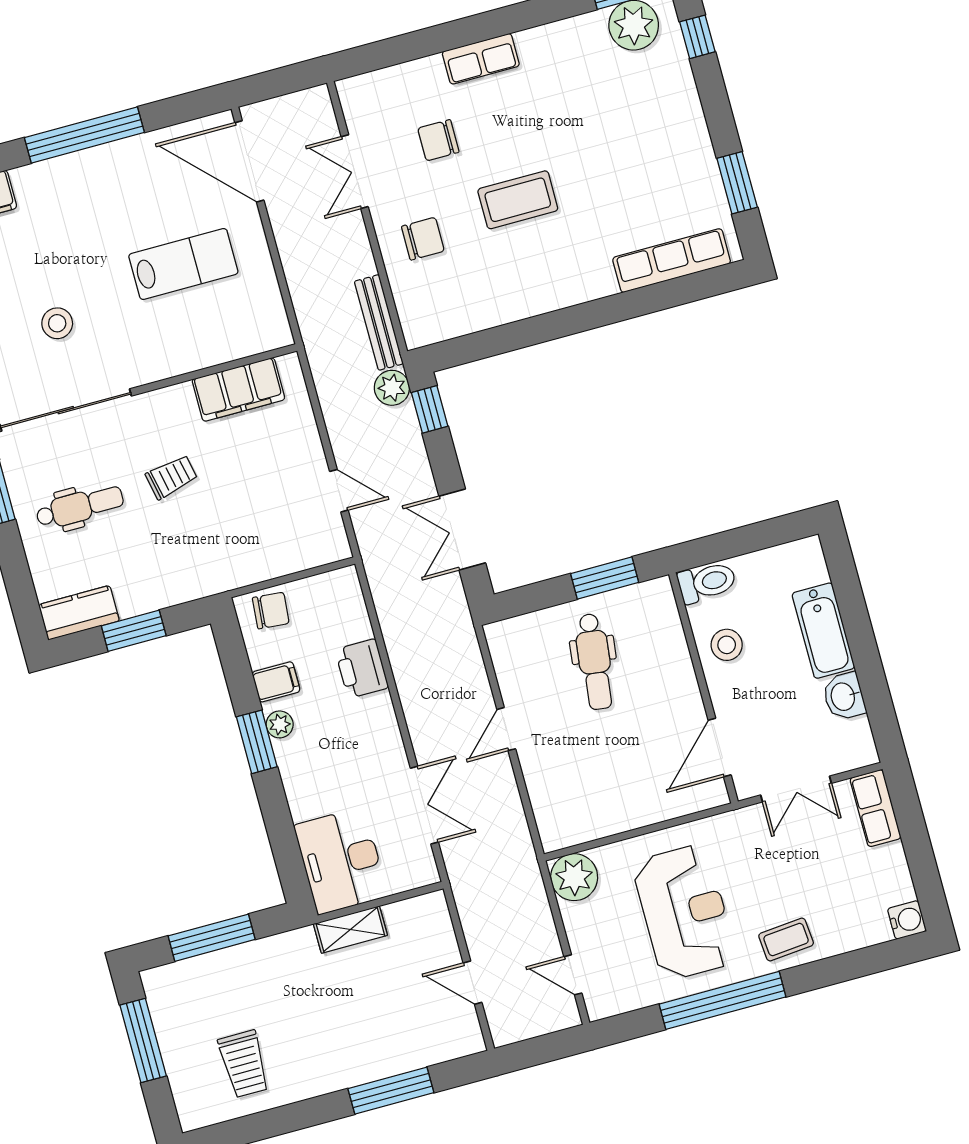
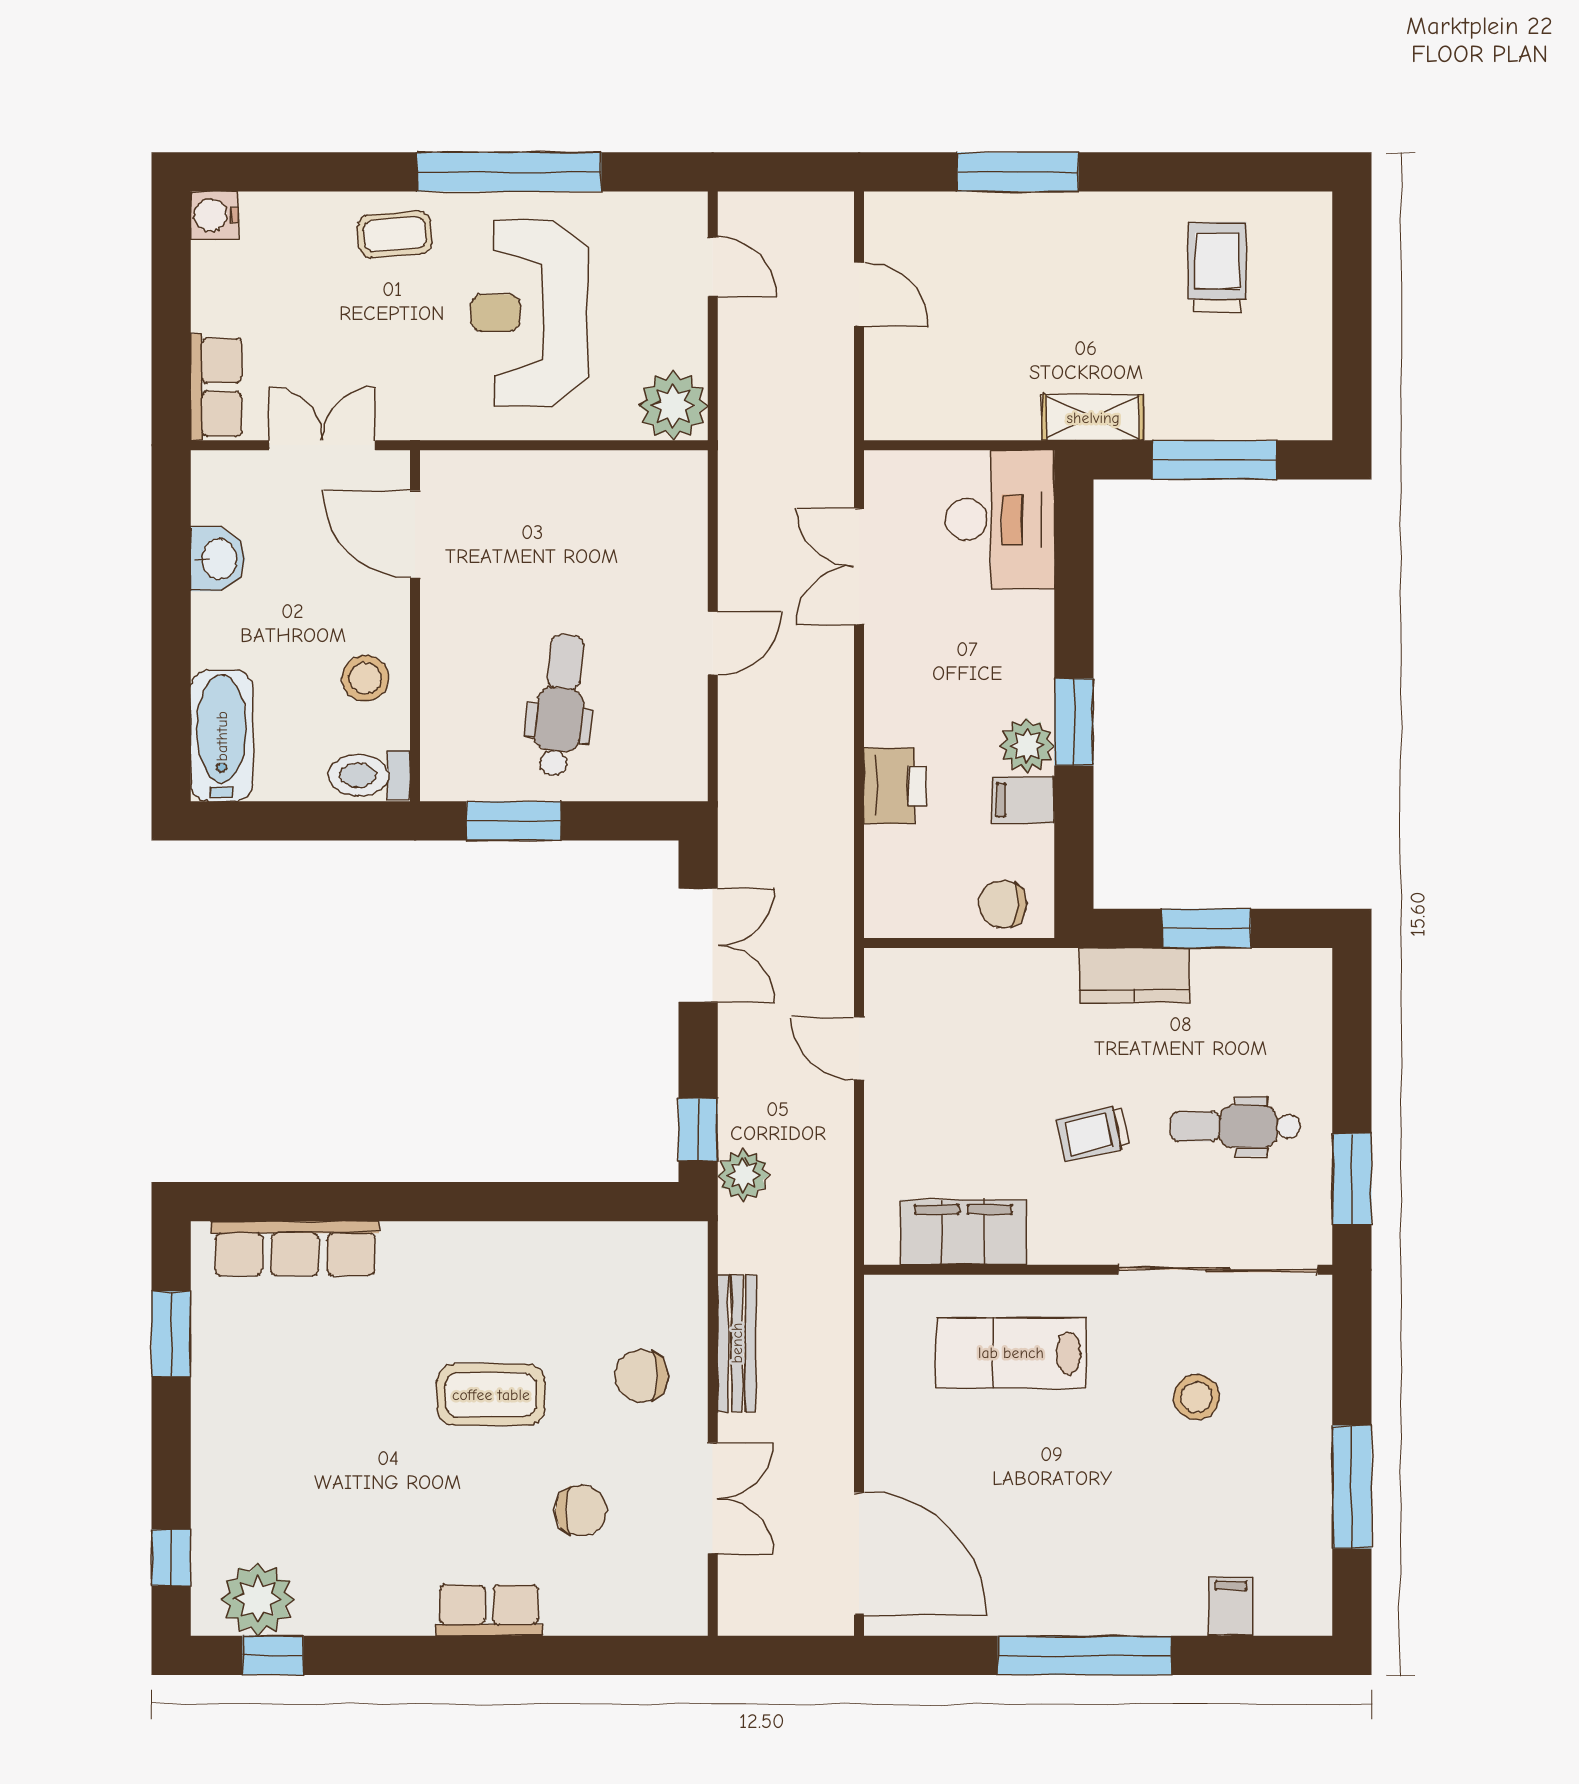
lab bench: (183, 264) -> (1011, 1353), moved
bench: (379, 322) -> (737, 1343), moved
kitchen counter: (79, 613) -> (1134, 975), moved
bathtub: (823, 631) -> (222, 736), moved
plant: (280, 724) -> (1027, 745), width x1.38, depth x1.38
door: (720, 748) -> (415, 534), swing flipped
shelving: (350, 930) -> (1093, 418), moved
window: (143, 1041) -> (1352, 340), removed

